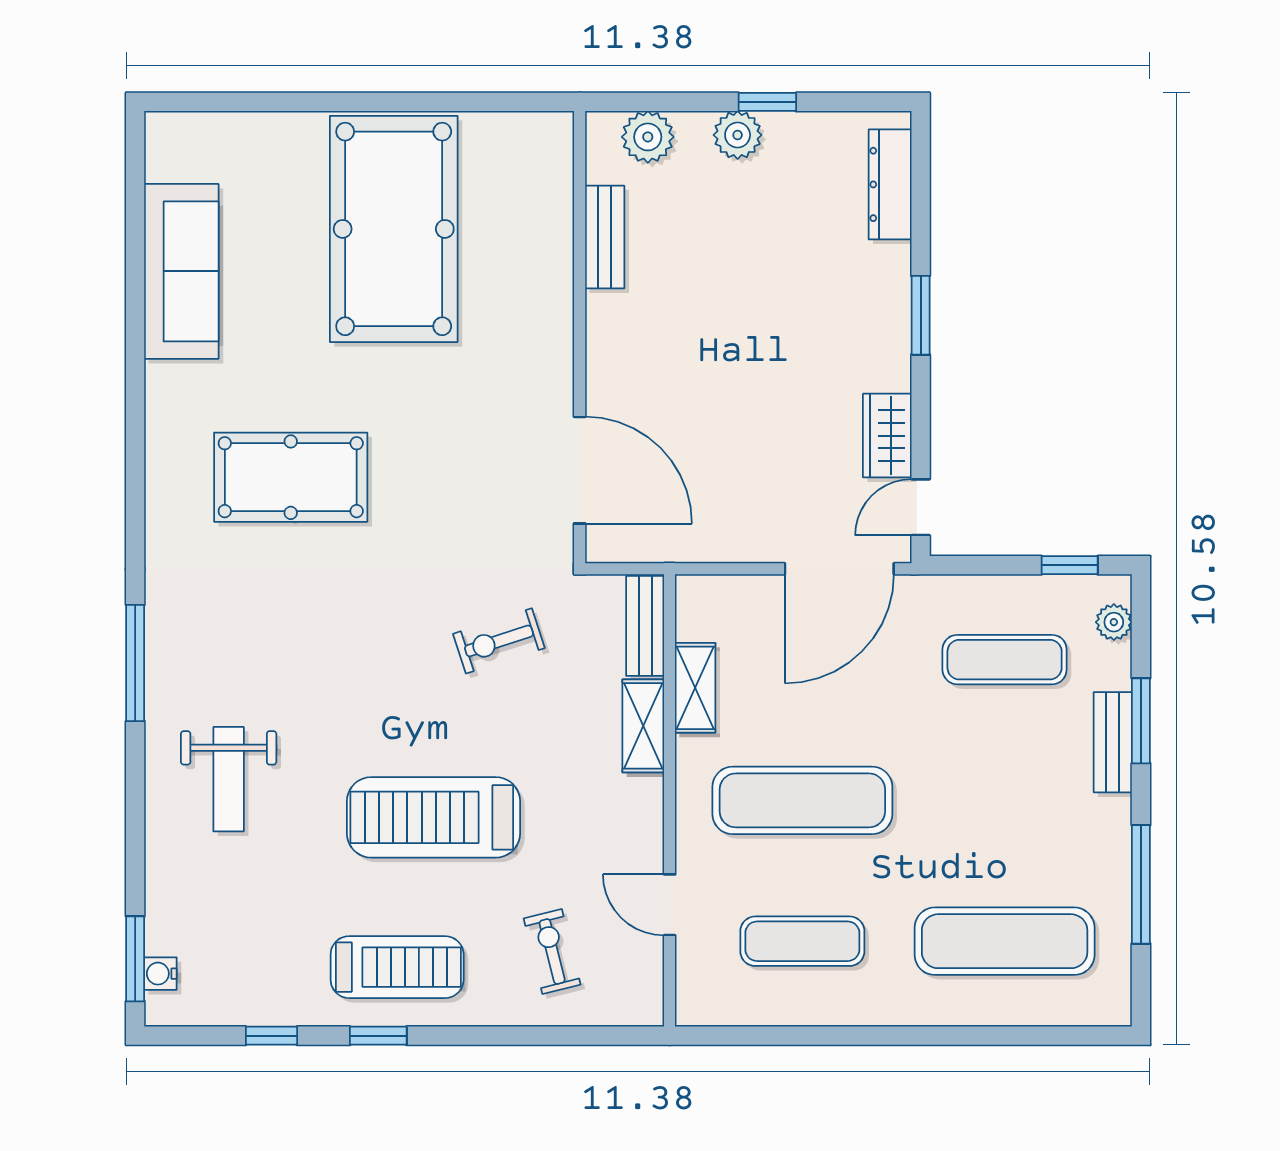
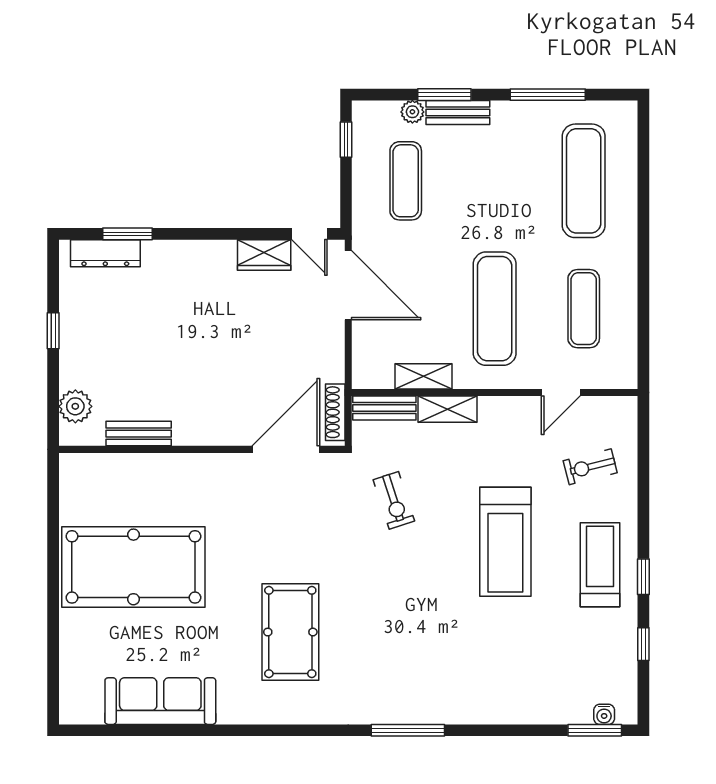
plant: (738, 135) -> (74, 350), removed
window: (921, 315) -> (128, 234), moved
shoe rack: (638, 548) -> (335, 412), added
plant: (1114, 622) -> (412, 112), moved
weight bench: (229, 779) -> (481, 671), removed

